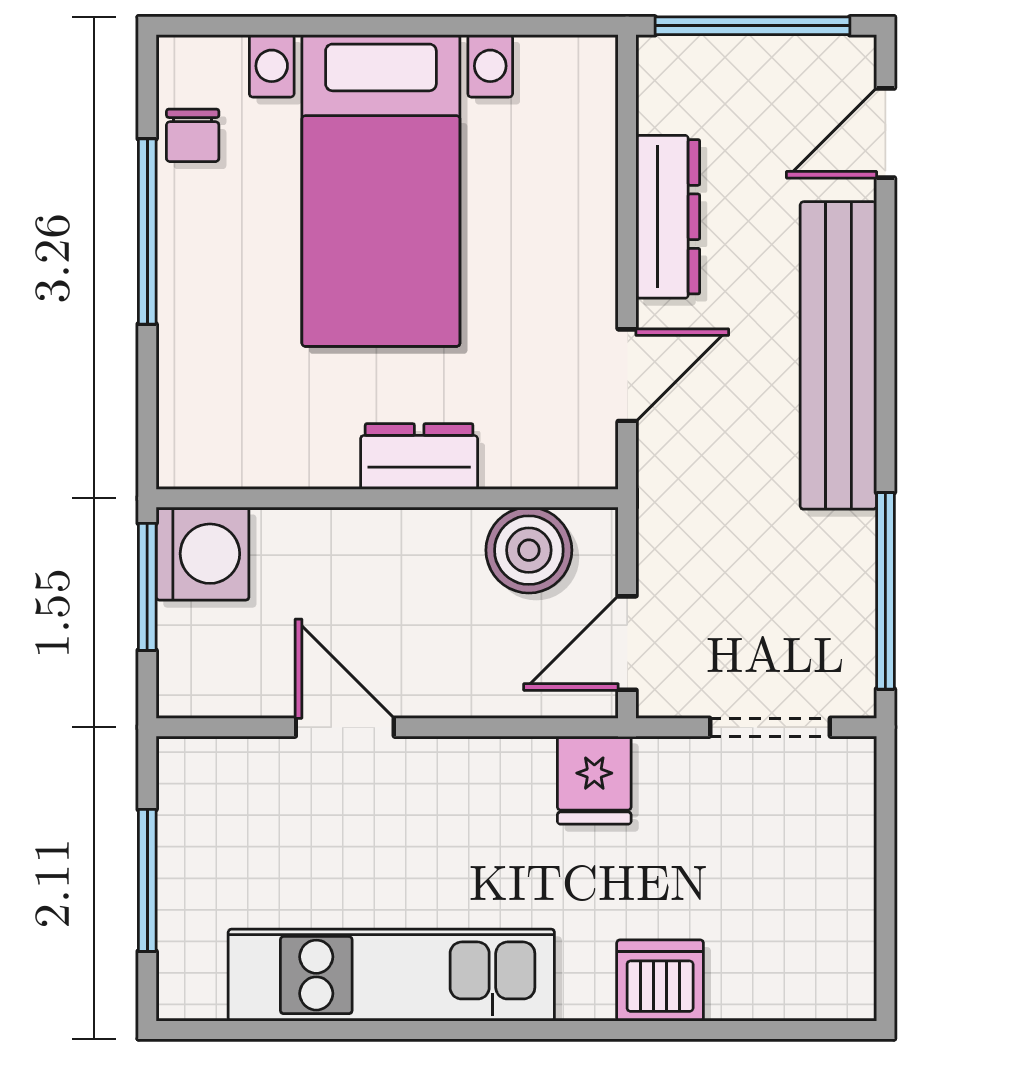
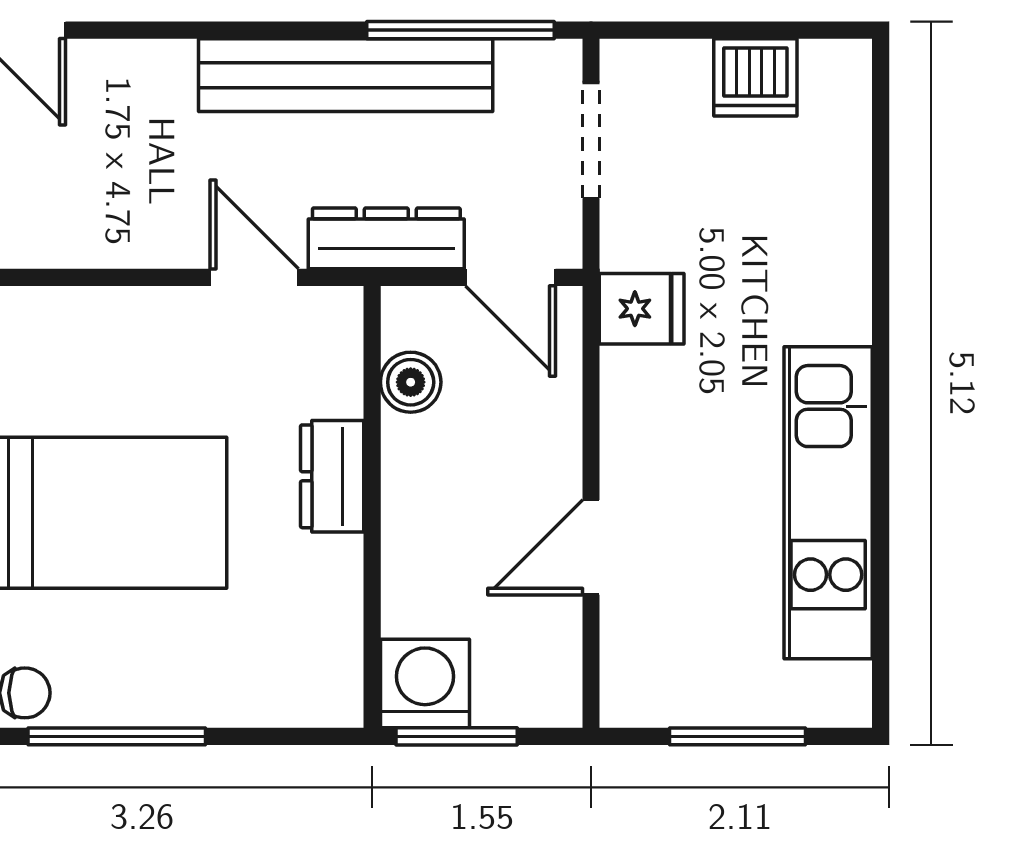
dresser: (668, 217) -> (386, 238), moved
bench: (838, 355) -> (346, 75), moved
boiler: (529, 550) -> (411, 382), width x0.73, depth x0.73
dishwasher: (660, 980) -> (755, 77), moved, turned -90

